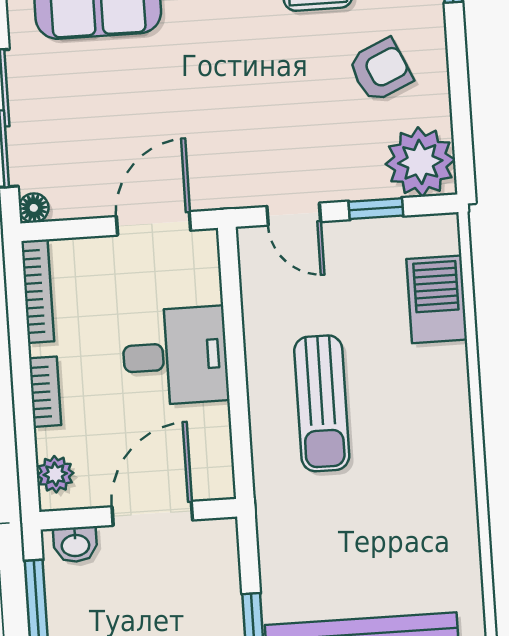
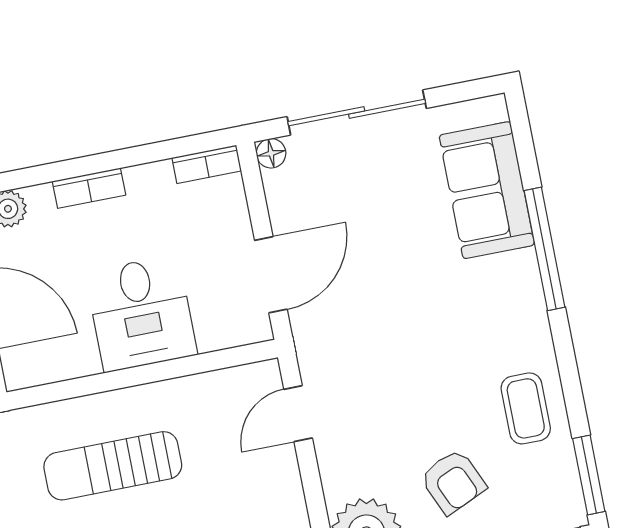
window: (376, 209) -> (314, 495), removed
door: (154, 223) -> (271, 275), hinge flipped
bookcase: (38, 291) -> (207, 164), width x0.64

